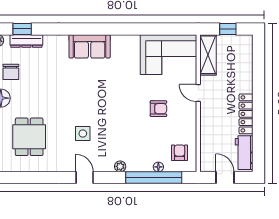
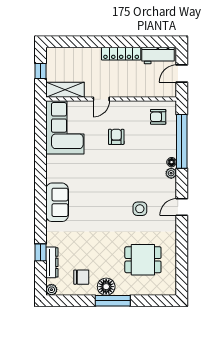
window: (22, 29) -> (40, 252), moved
floor lamp: (158, 167) -> (172, 162), moved

